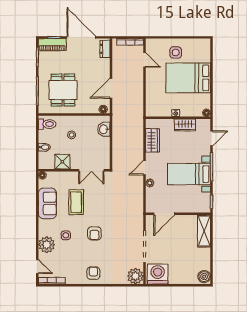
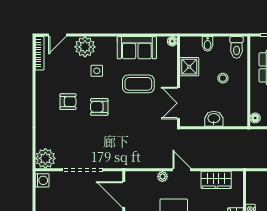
washbasin: (104, 129) -> (214, 119), moved
armchair: (93, 273) -> (68, 102), moved
washing machine: (158, 274) -> (42, 180), width x0.53, depth x0.53

